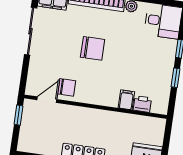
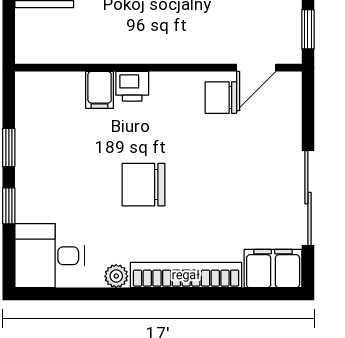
chair: (93, 48) -> (143, 185), moved
printer: (142, 104) -> (132, 86), moved

